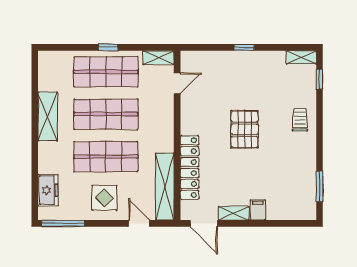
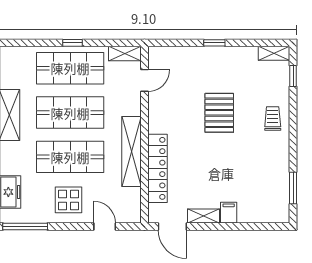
pallet: (245, 129) -> (219, 113), moved
shelving: (165, 187) -> (132, 151), moved

